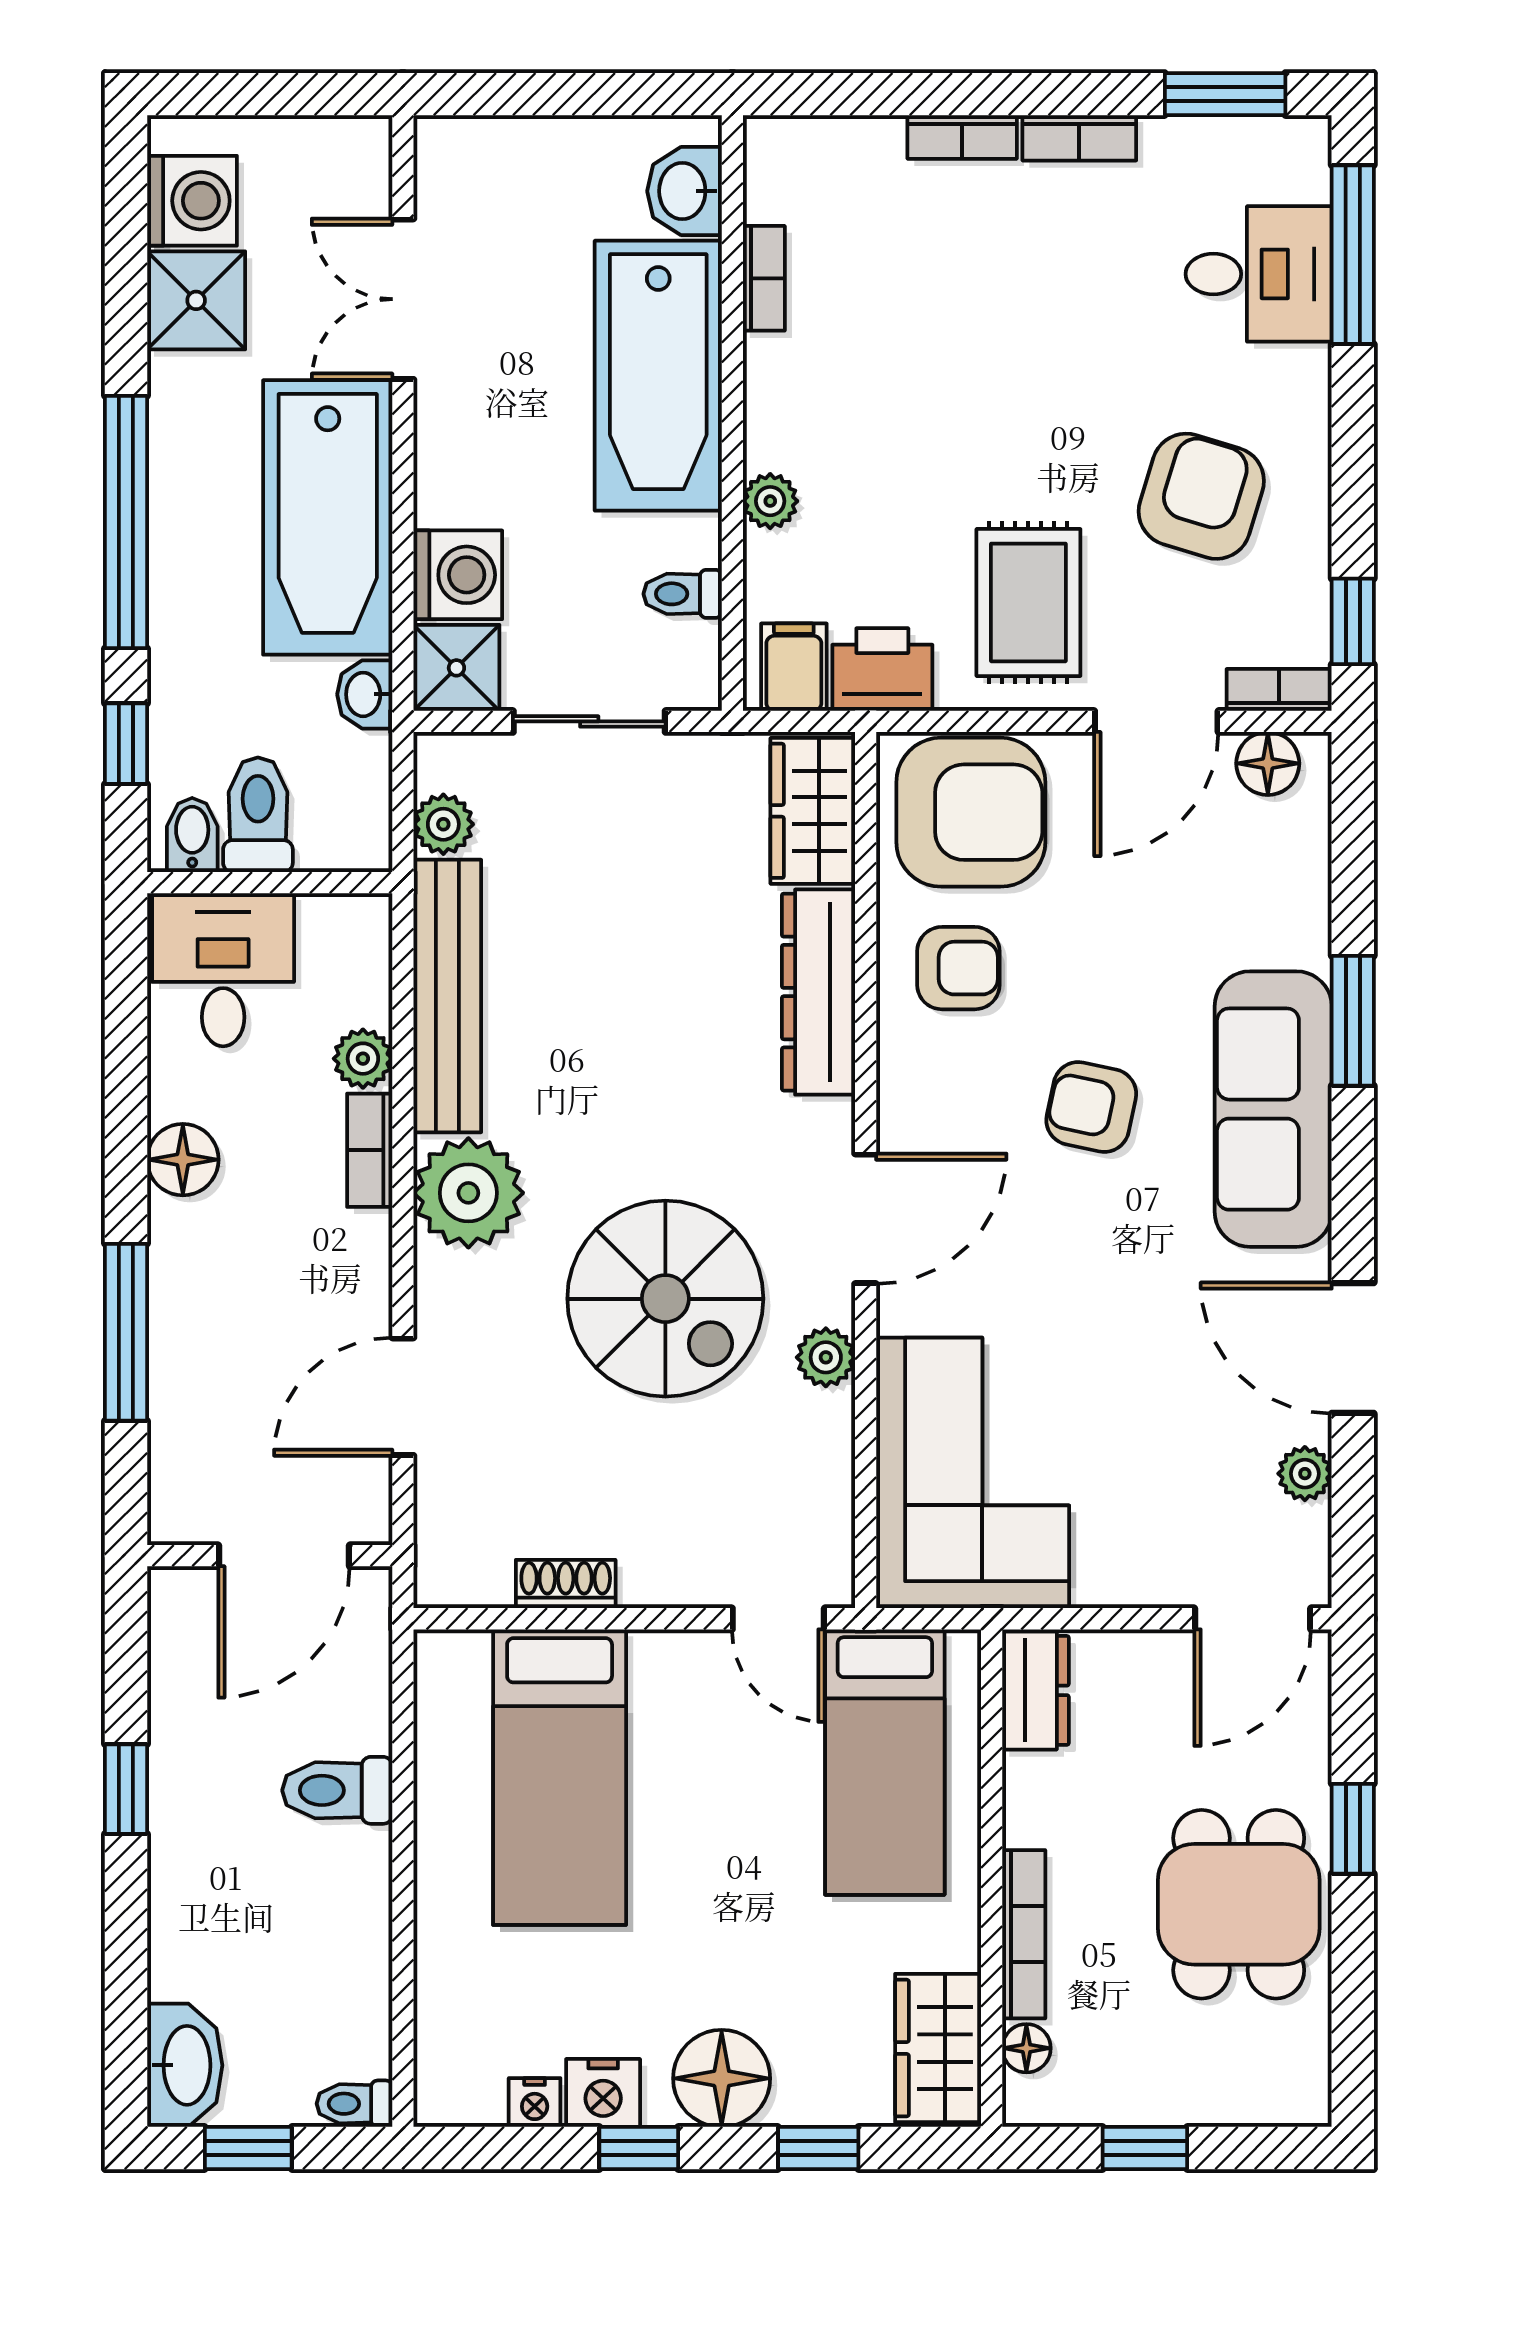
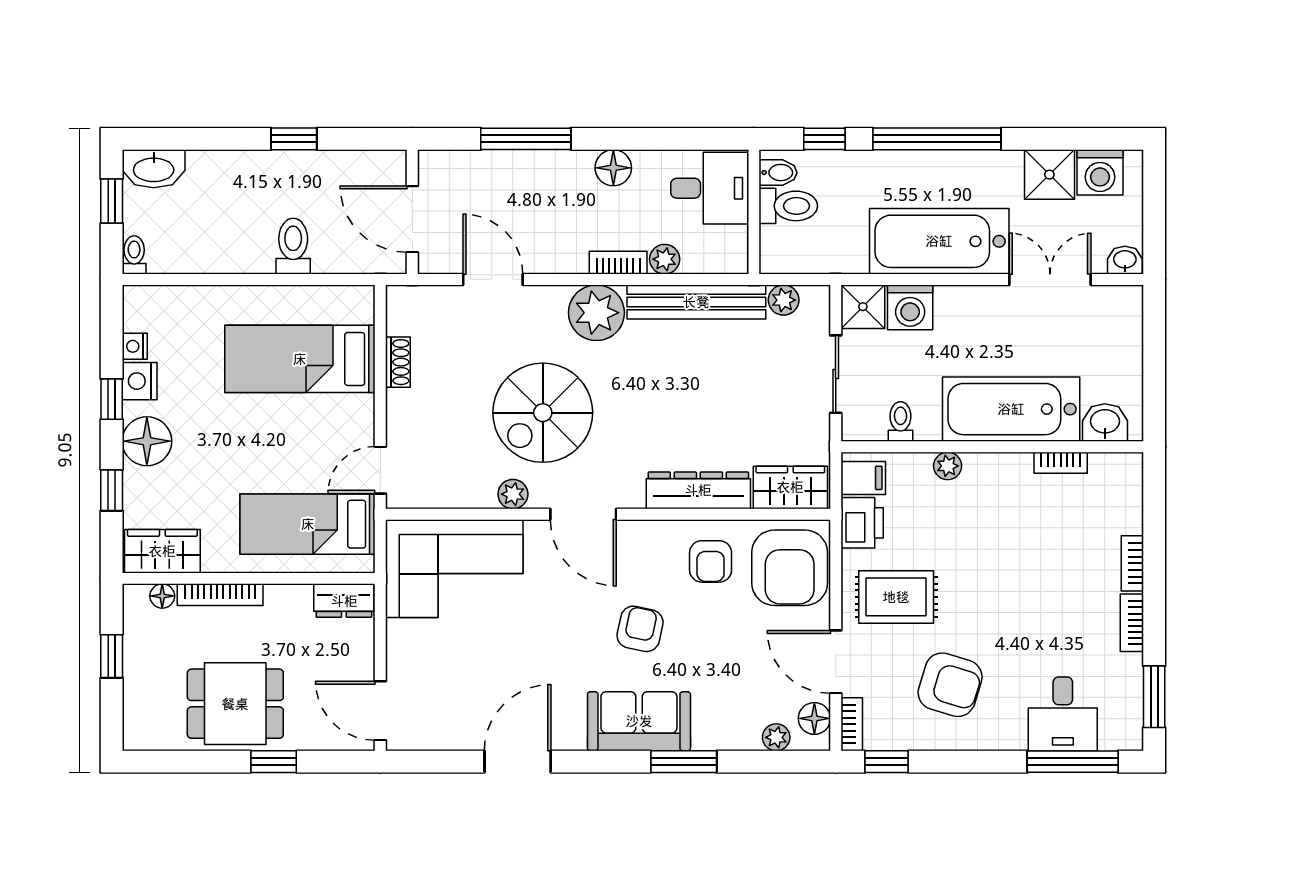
washbasin: (365, 694) -> (1125, 260), moved
sofa: (1273, 1109) -> (639, 721), width x0.73
plant: (1305, 1474) -> (776, 737), moved

